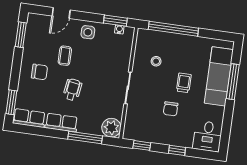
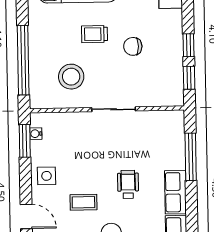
stool: (156, 61) -> (71, 77), width x1.89, depth x1.89
wheelchair: (72, 90) -> (128, 184), turned 82
chair: (171, 109) -> (133, 46), turned 180
plant: (111, 128) -> (171, 123), removed
window: (177, 150) -> (188, 45), moved

